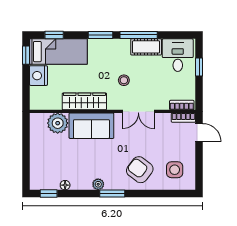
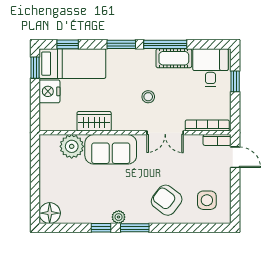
wardrobe: (84, 101) -> (94, 121), width x0.67
bookcase: (182, 105) -> (207, 125), width x1.56
floor lamp: (65, 185) -> (50, 213), moved, width x1.89, depth x1.89
window: (49, 194) -> (101, 228), moved

